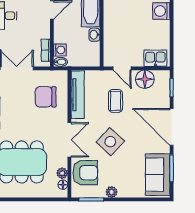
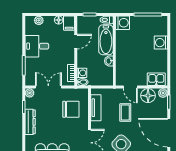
plant: (164, 76) -> (163, 93), added
tv unit: (78, 95) -> (96, 108), width x0.71
chair: (46, 97) -> (71, 109), turned 180

